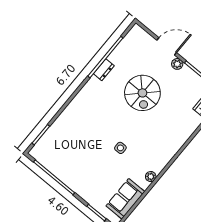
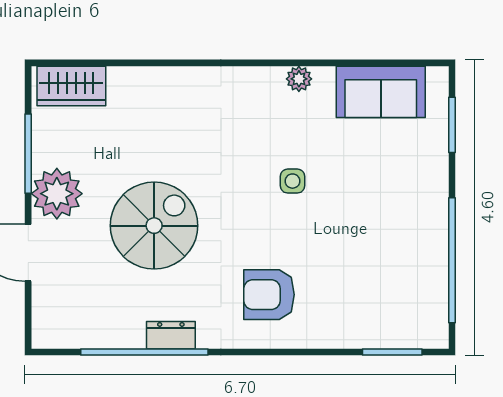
plant: (177, 64) -> (57, 194), width x1.88, depth x1.88
armchair: (91, 111) -> (269, 295), added

